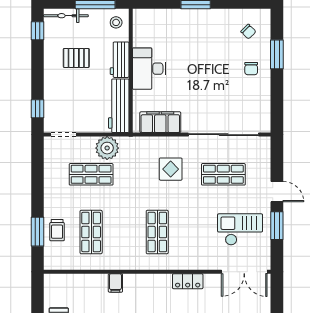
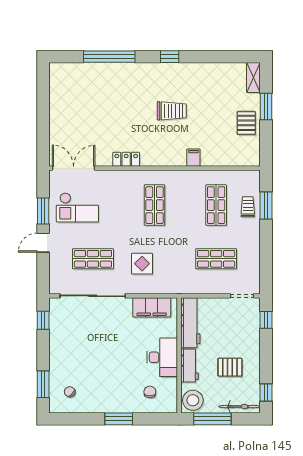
stool: (116, 22) -> (193, 400), width x1.89, depth x1.89
window: (277, 54) -> (43, 384), moved
chair: (251, 69) -> (150, 392), moved
window: (277, 108) -> (43, 320), added
plant: (107, 148) -> (201, 283), removed
door: (277, 192) -> (43, 243), hinge flipped

